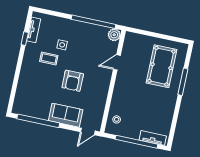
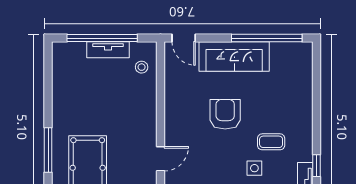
sofa: (66, 115) -> (234, 57), width x1.36
door: (88, 131) -> (184, 38), swing flipped
tv unit: (153, 138) -> (108, 50), moved

